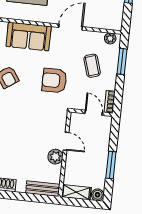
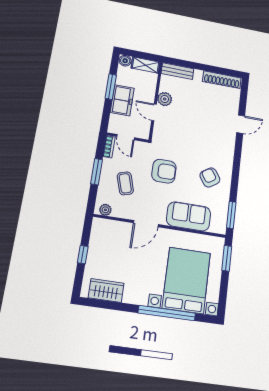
window: (122, 61) -> (97, 172), moved
freezer: (99, 151) -> (122, 100), added

